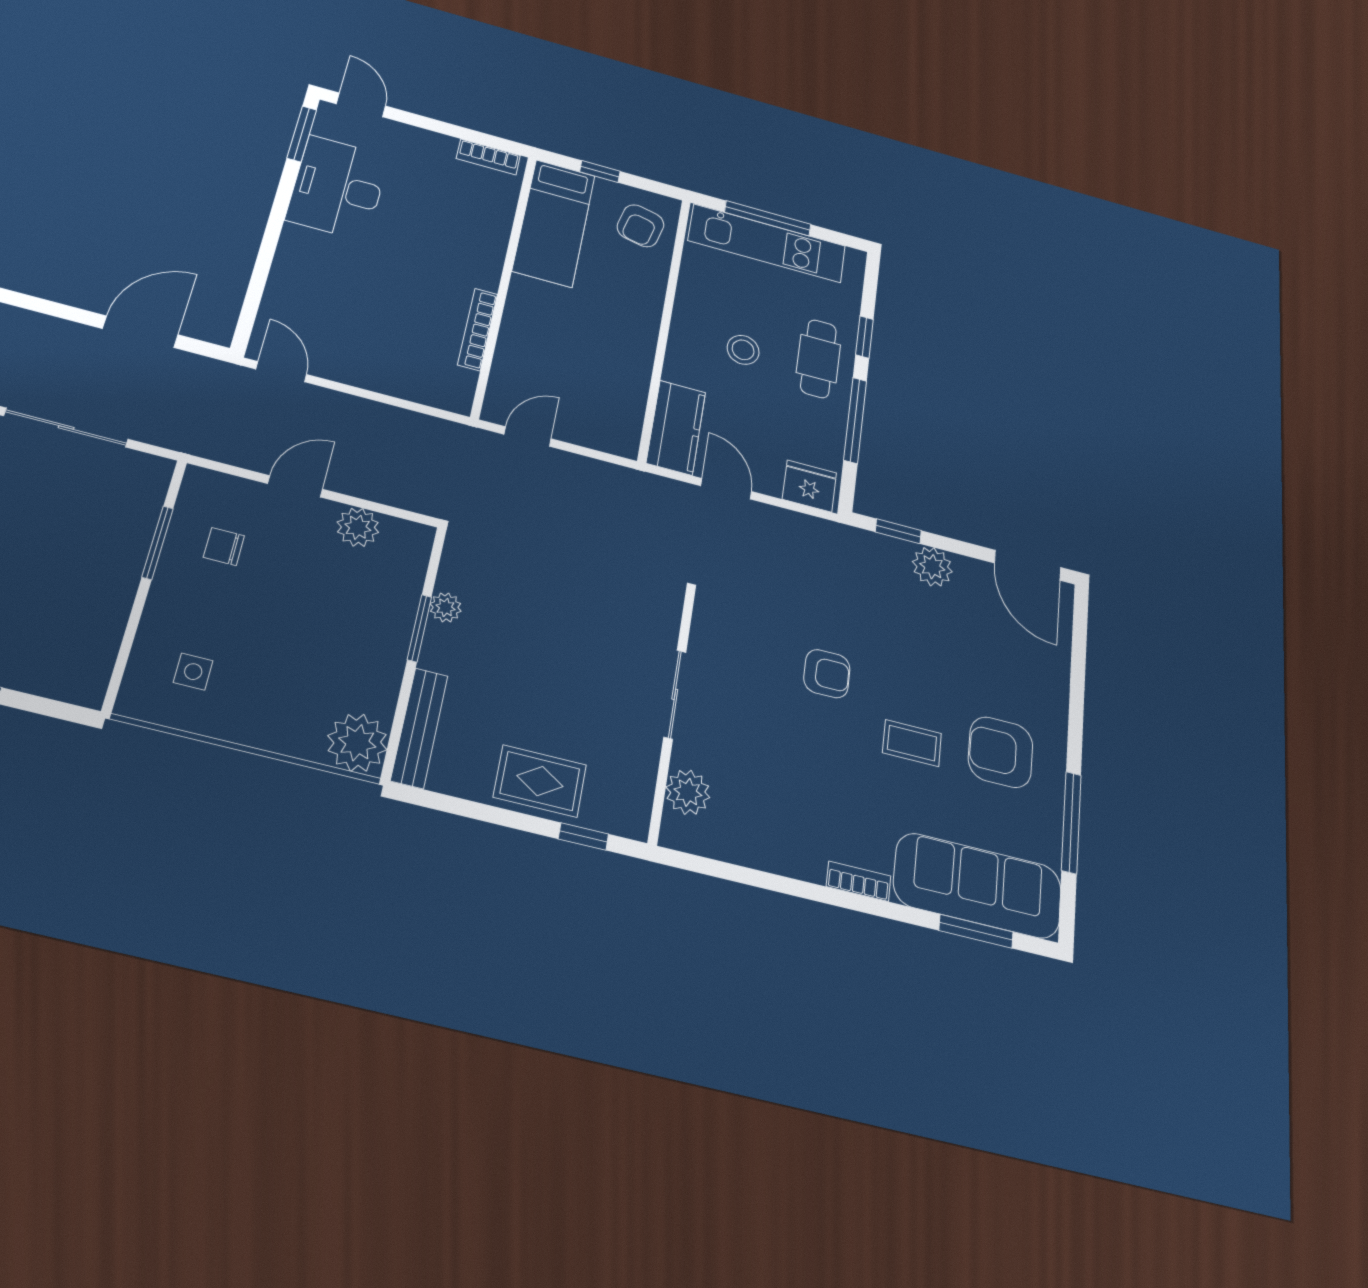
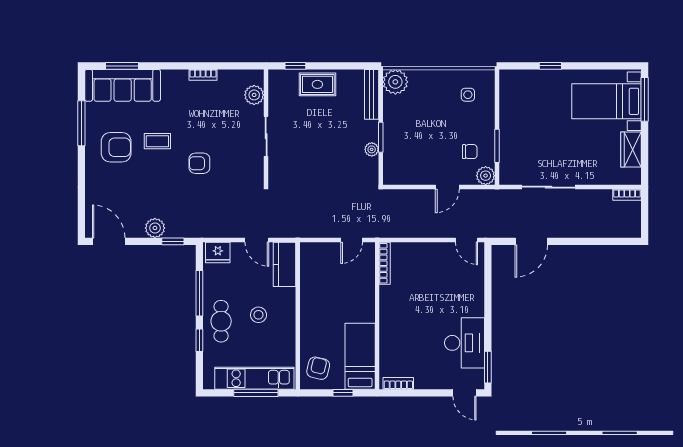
bookcase: (478, 329) -> (385, 263), moved
plant: (358, 527) -> (486, 176), moved
bookcase: (859, 881) -> (203, 75), moved

